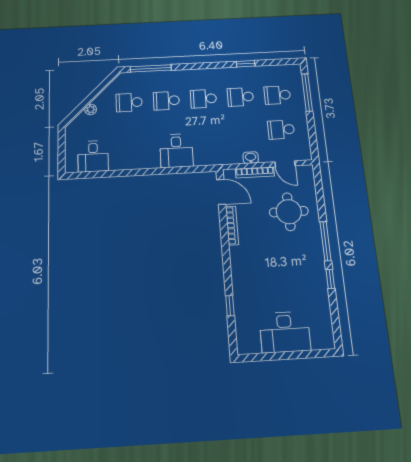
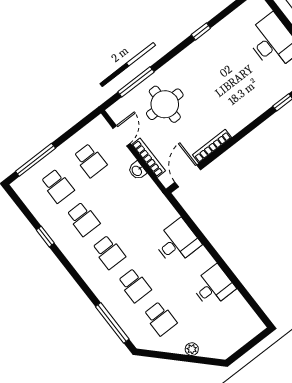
desk: (93, 156) -> (213, 287), moved
window: (326, 241) -> (136, 82), moved

